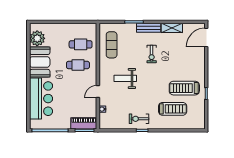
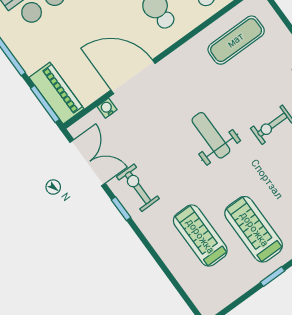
weight bench: (125, 78) -> (211, 135), moved
door: (98, 92) -> (133, 77), width x1.87
treadmill: (173, 109) -> (200, 236), turned 180
double door: (117, 130) -> (88, 163), added

